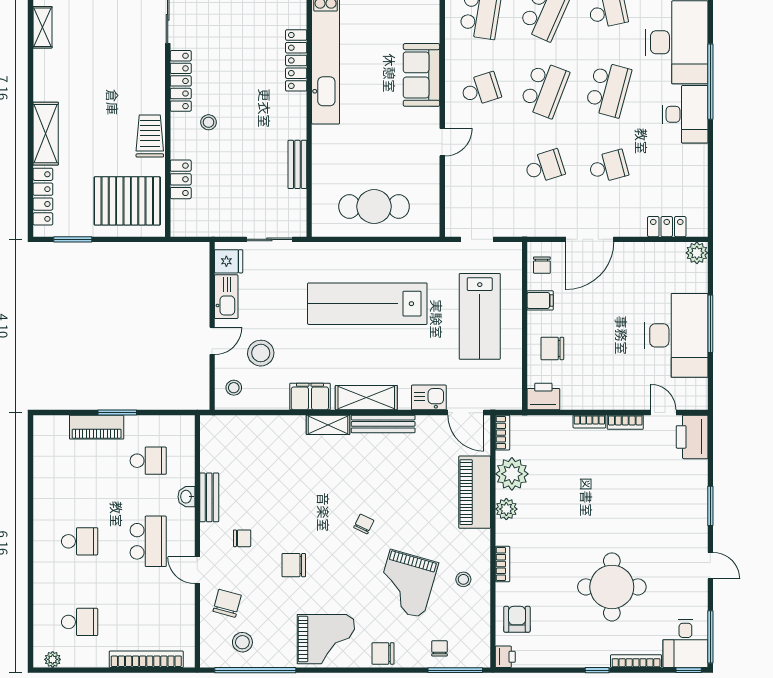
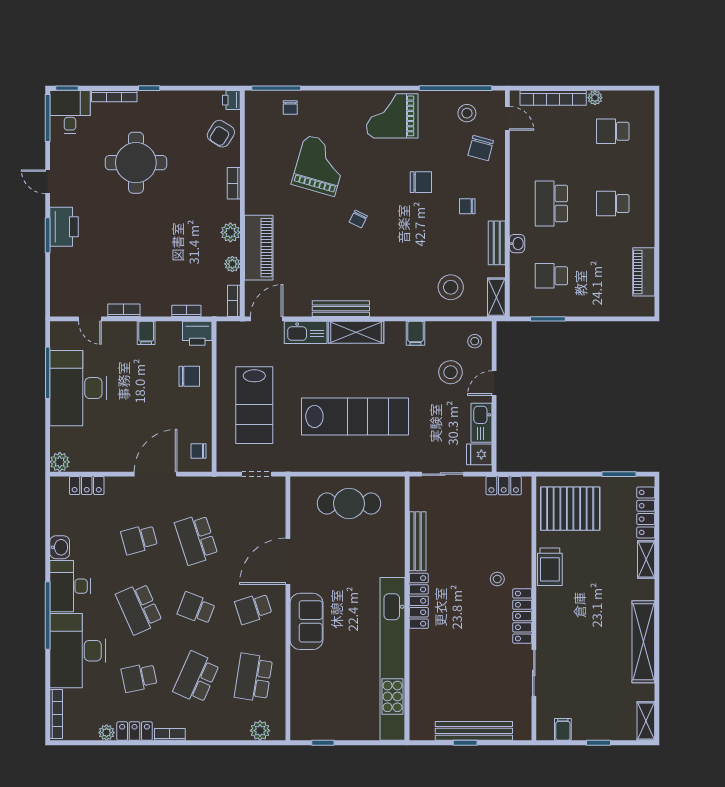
shelving: (42, 27) -> (643, 642), width x2.20, depth x1.33
locker: (296, 60) -> (419, 601), moved
school desk: (544, 89) -> (196, 608), width x0.54
school desk: (608, 89) -> (139, 608), turned -39
shelving: (46, 134) -> (646, 559), width x0.67, depth x0.75
door: (442, 142) -> (288, 561), width x1.88
washbasin: (697, 158) -> (60, 547), added
bench: (297, 164) -> (418, 541), width x1.36
school desk: (544, 167) -> (196, 539), width x1.85
locker: (181, 179) -> (504, 486), moved, turned -90
chair: (542, 265) -> (199, 451), turned -90
filing cabinet: (540, 300) -> (146, 333), moved, turned -90
lab bench: (480, 316) -> (254, 405), turned 180
window: (710, 324) -> (48, 373), moved
filing cabinet: (310, 397) -> (415, 333), width x0.50
kitchen sink: (429, 397) -> (306, 332), width x1.38
window: (117, 413) -> (548, 319), moved
door: (466, 413) -> (267, 319), hinge flipped
bookcase: (589, 422) -> (186, 311), moved
shelving: (328, 425) -> (496, 297), moved, turned 90
piano: (97, 427) -> (644, 272), moved, turned -90
printer: (692, 437) -> (64, 227), moved
plant: (512, 474) -> (232, 264), width x0.53, depth x0.53
door: (197, 570) -> (507, 118), moved
stool: (463, 579) -> (451, 287), moved, width x1.89, depth x1.89
armchair: (517, 619) -> (221, 134), turned 32
chair: (383, 653) -> (341, 103), removed
plant: (53, 659) -> (595, 98), moved

